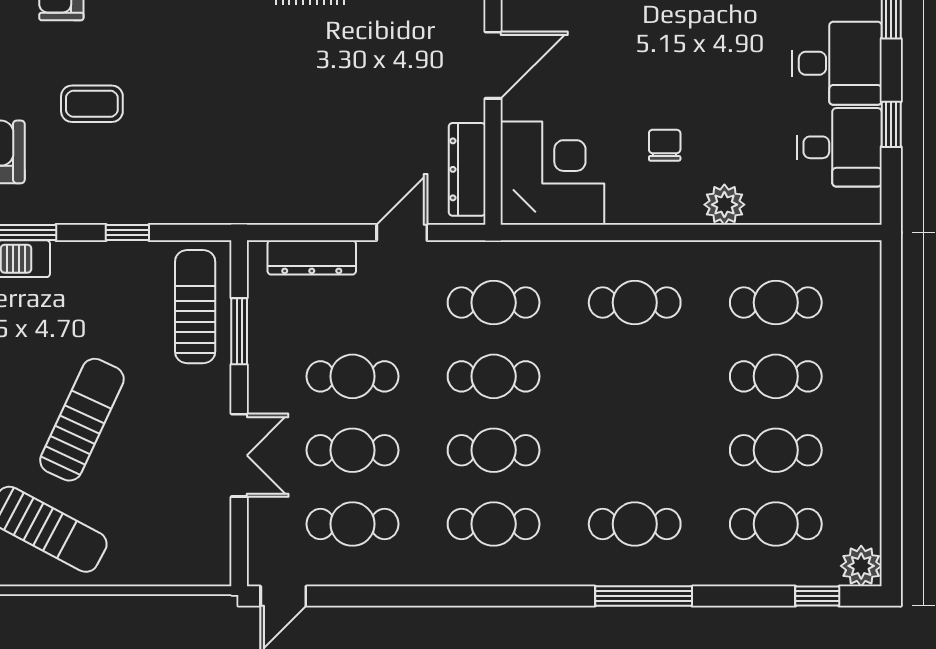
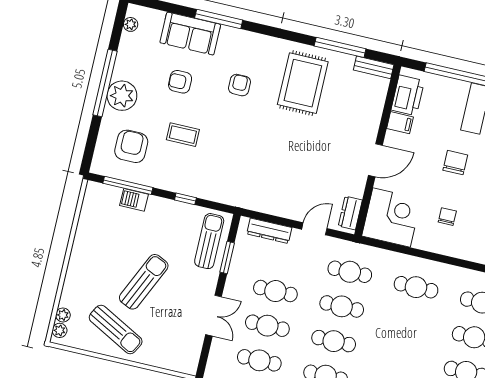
chair: (655, 32) -> (455, 163), added
dresser: (467, 169) -> (350, 213), width x0.70
plant: (724, 205) -> (469, 251), removed

